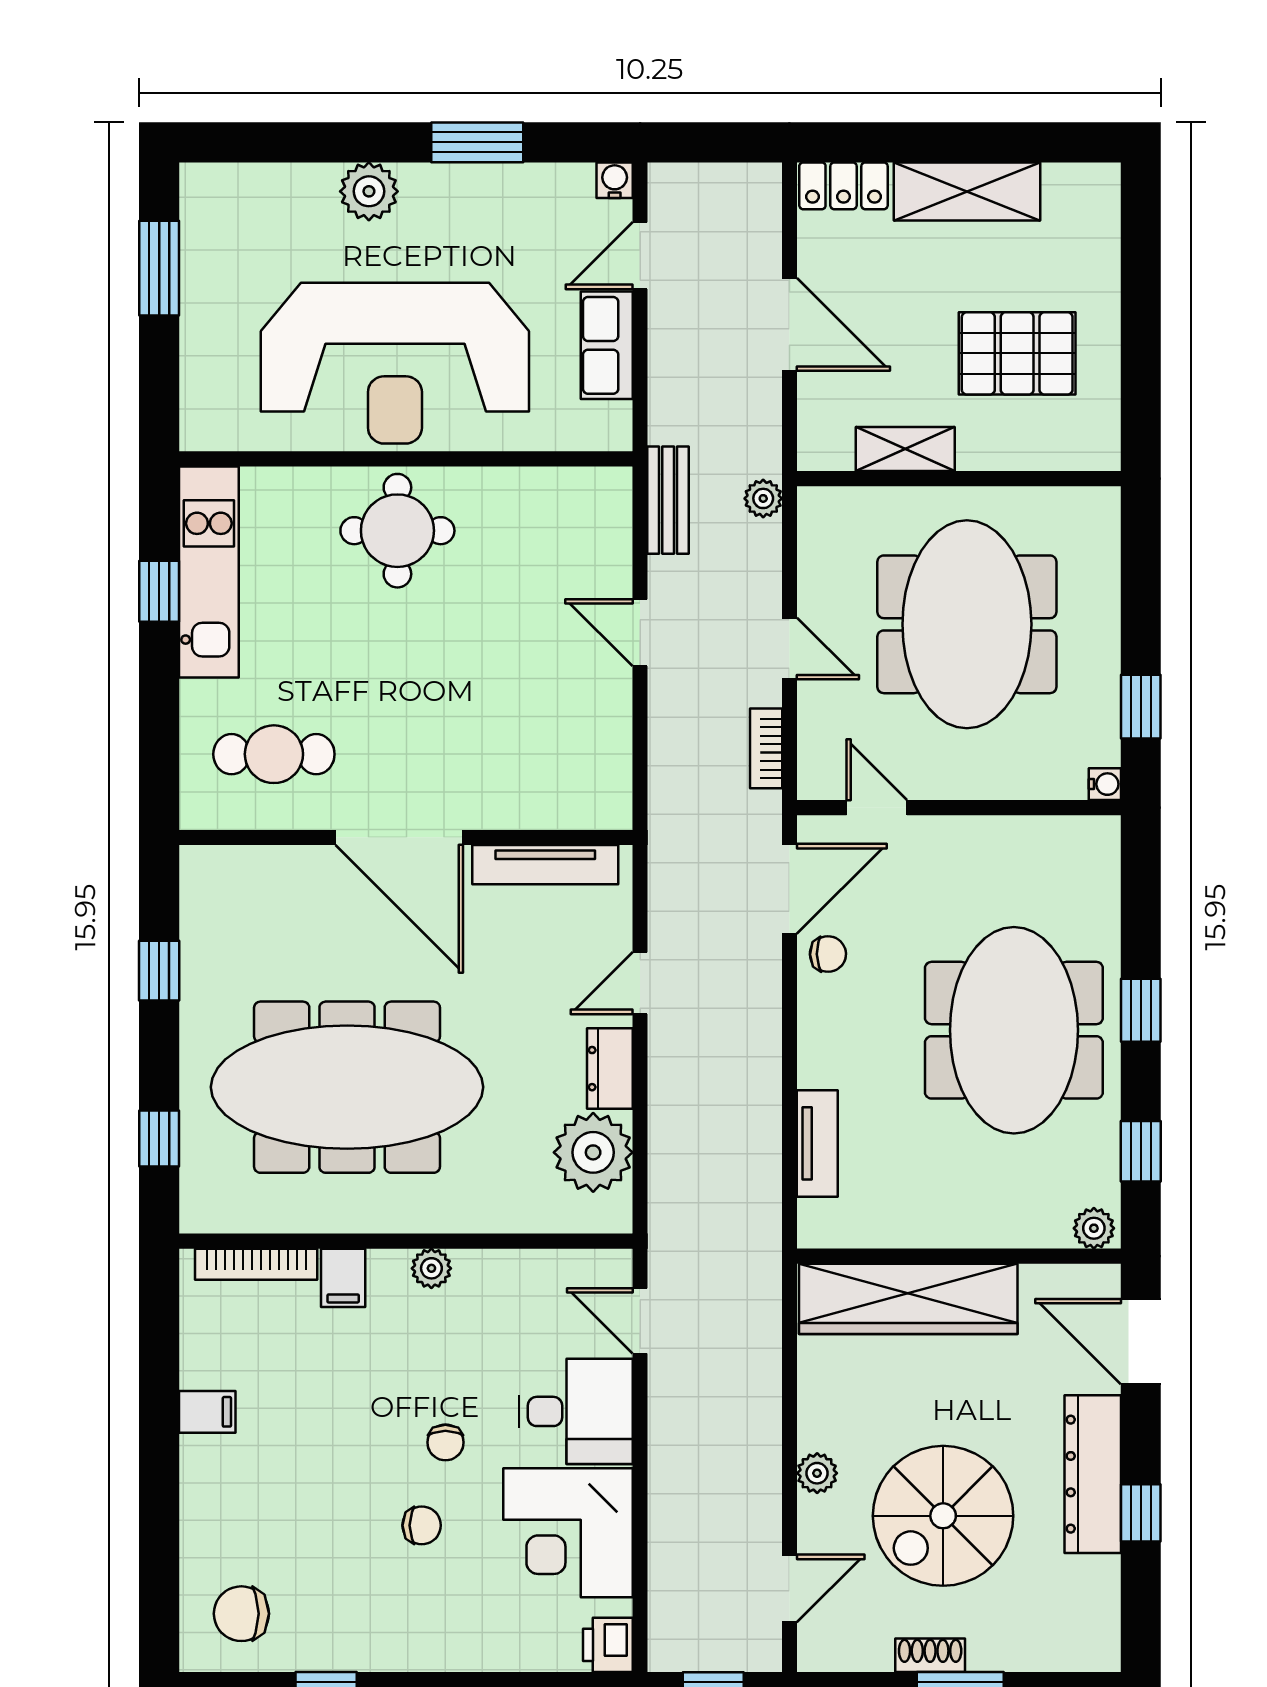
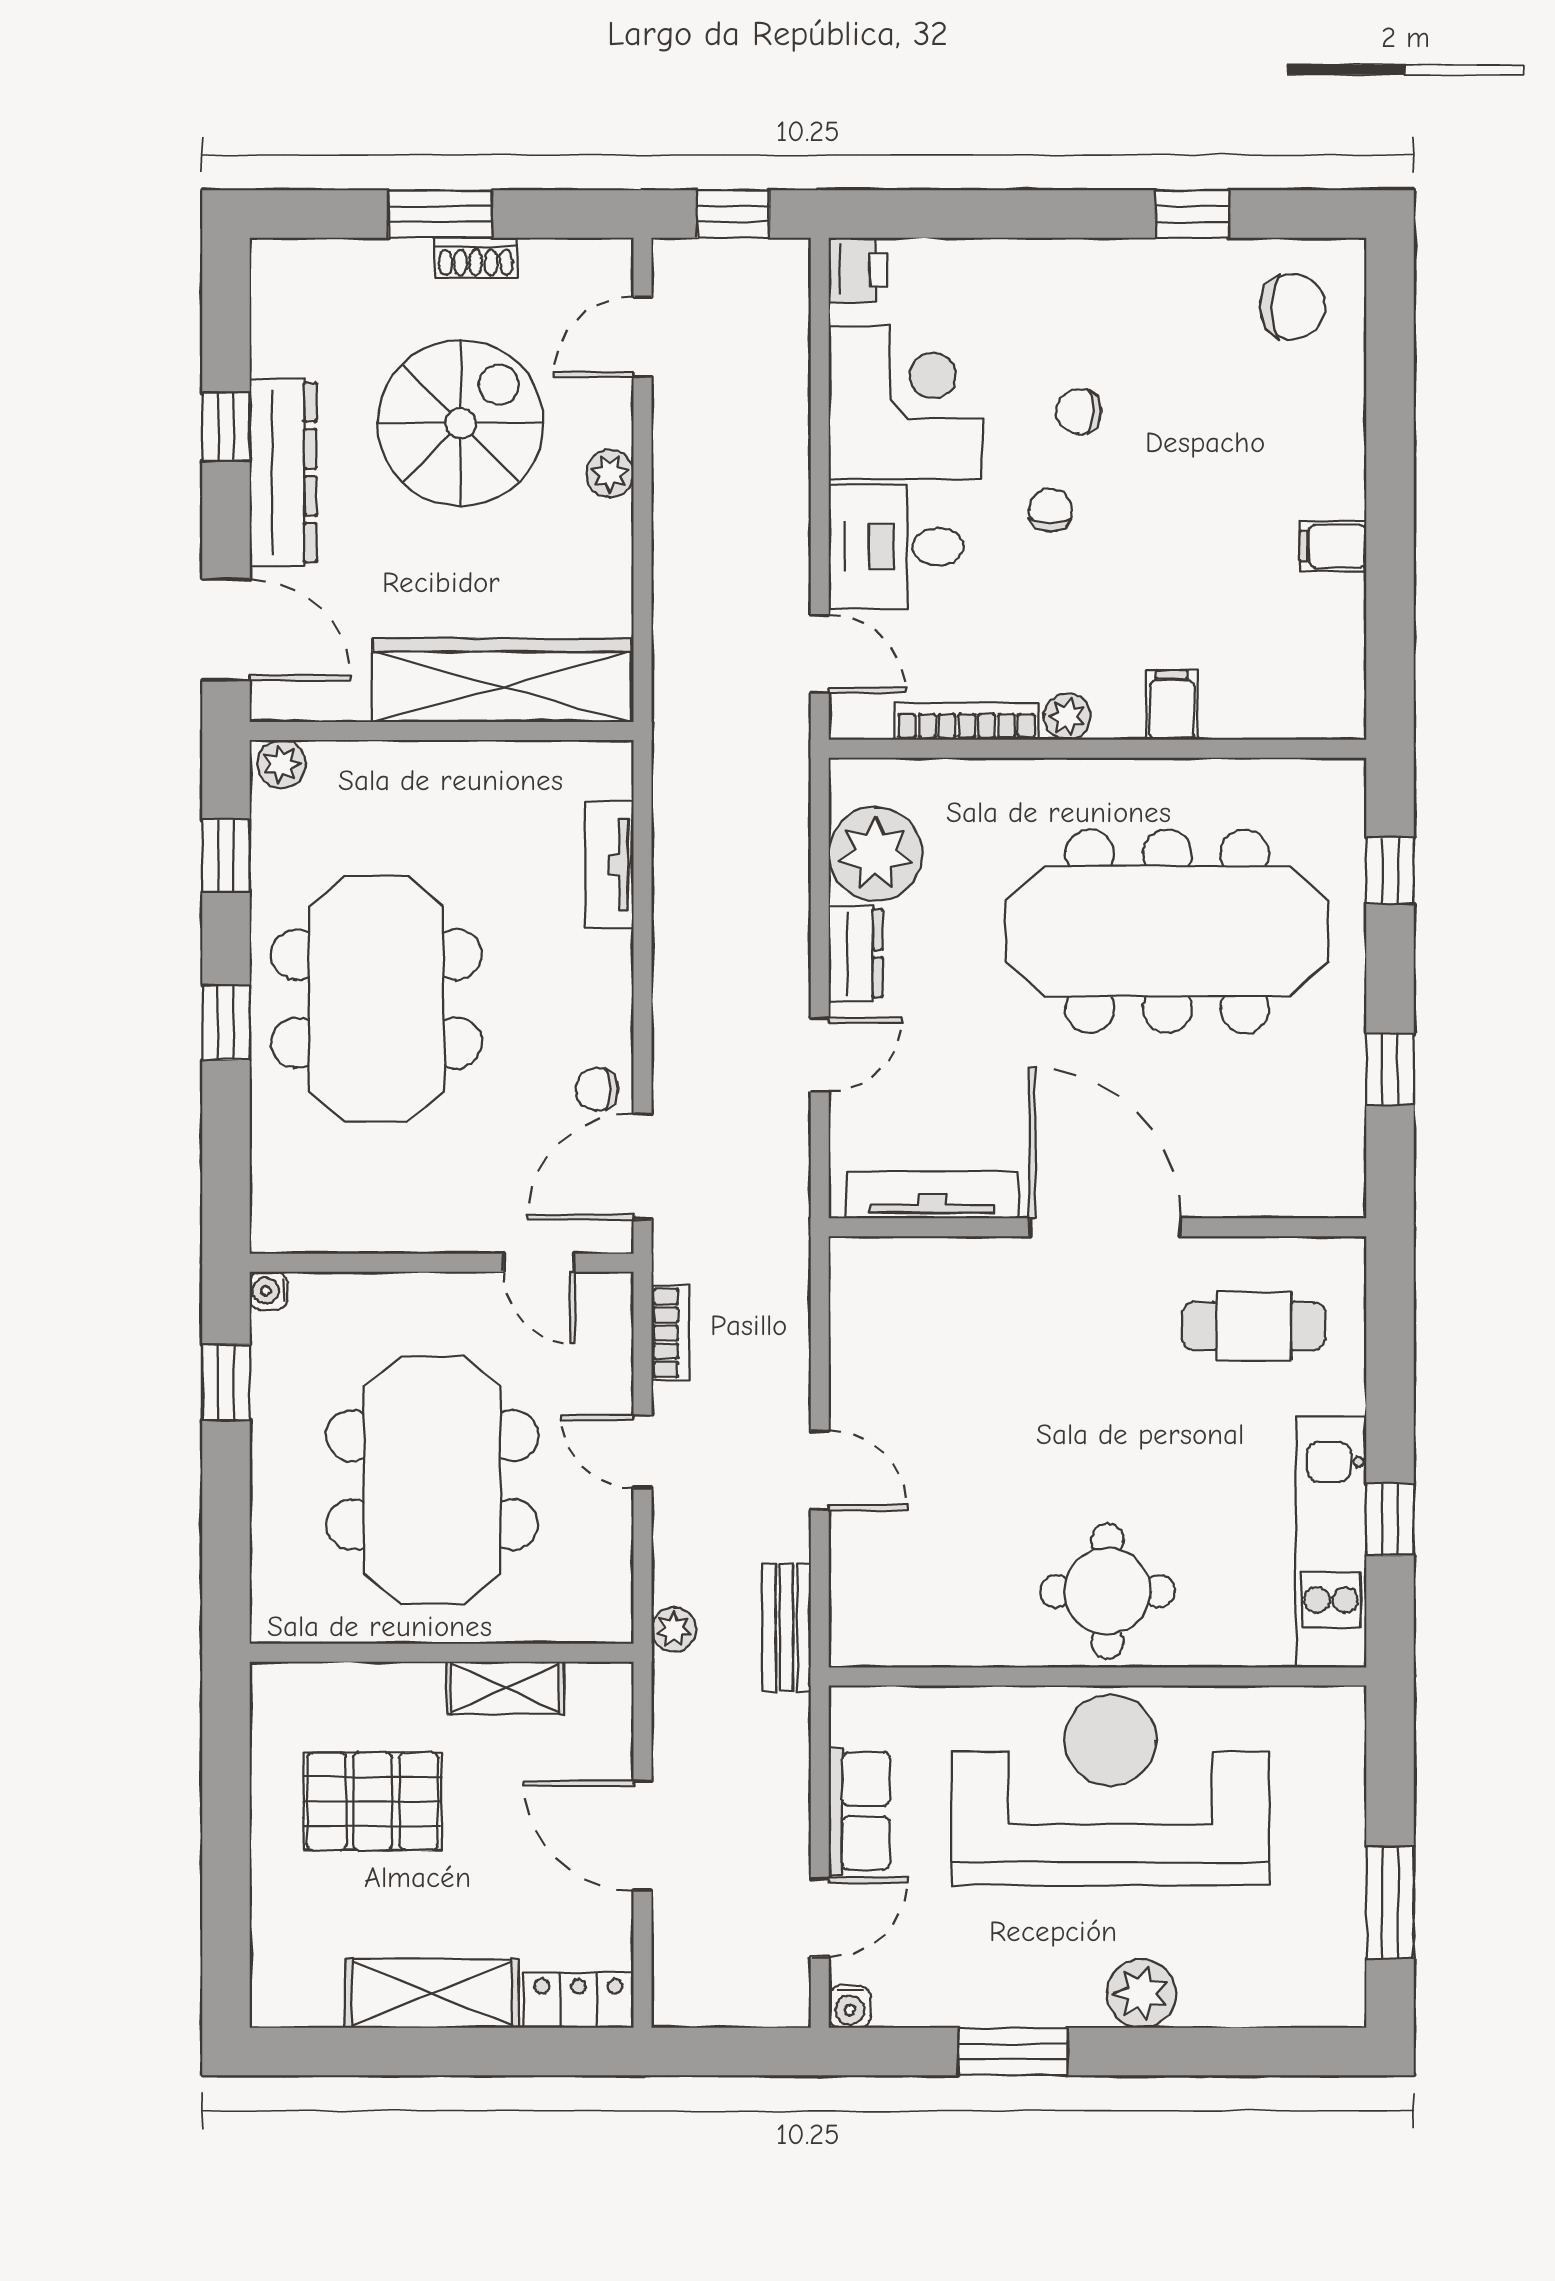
bookcase: (256, 1264) -> (967, 721), moved

